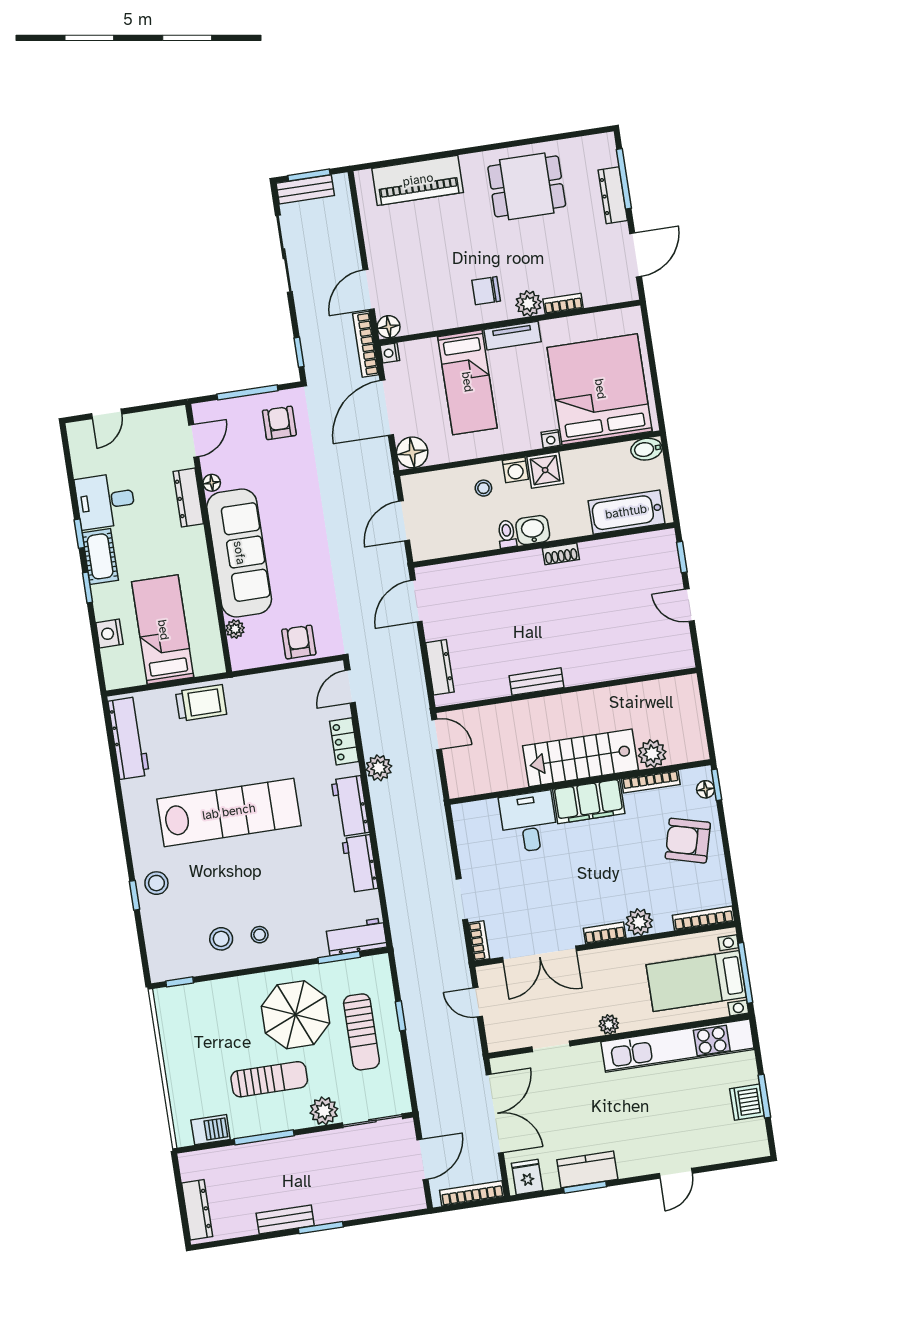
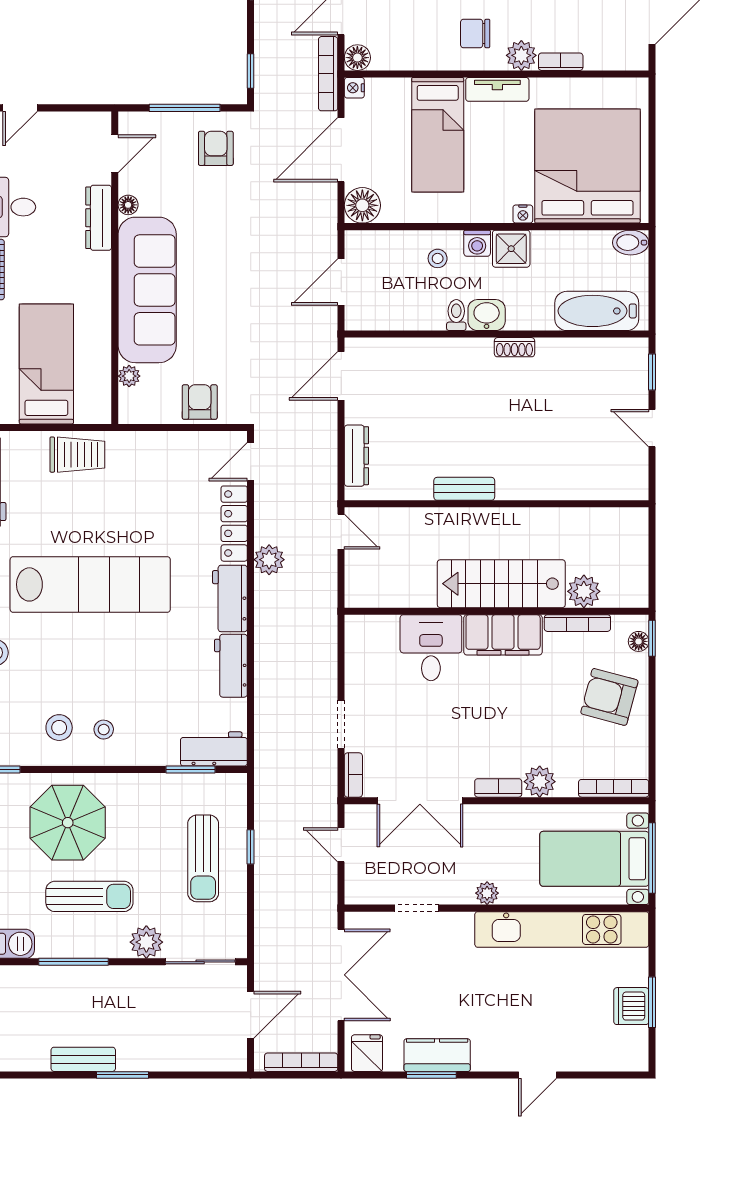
locker: (344, 741) -> (234, 524), width x1.53
parasol: (296, 1015) -> (68, 823), moved

